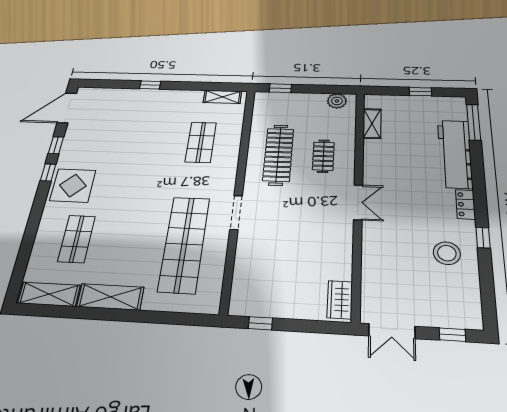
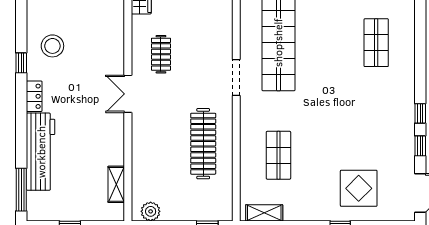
clothes rail: (323, 156) -> (161, 54), moved
display table: (73, 185) -> (359, 188), moved

